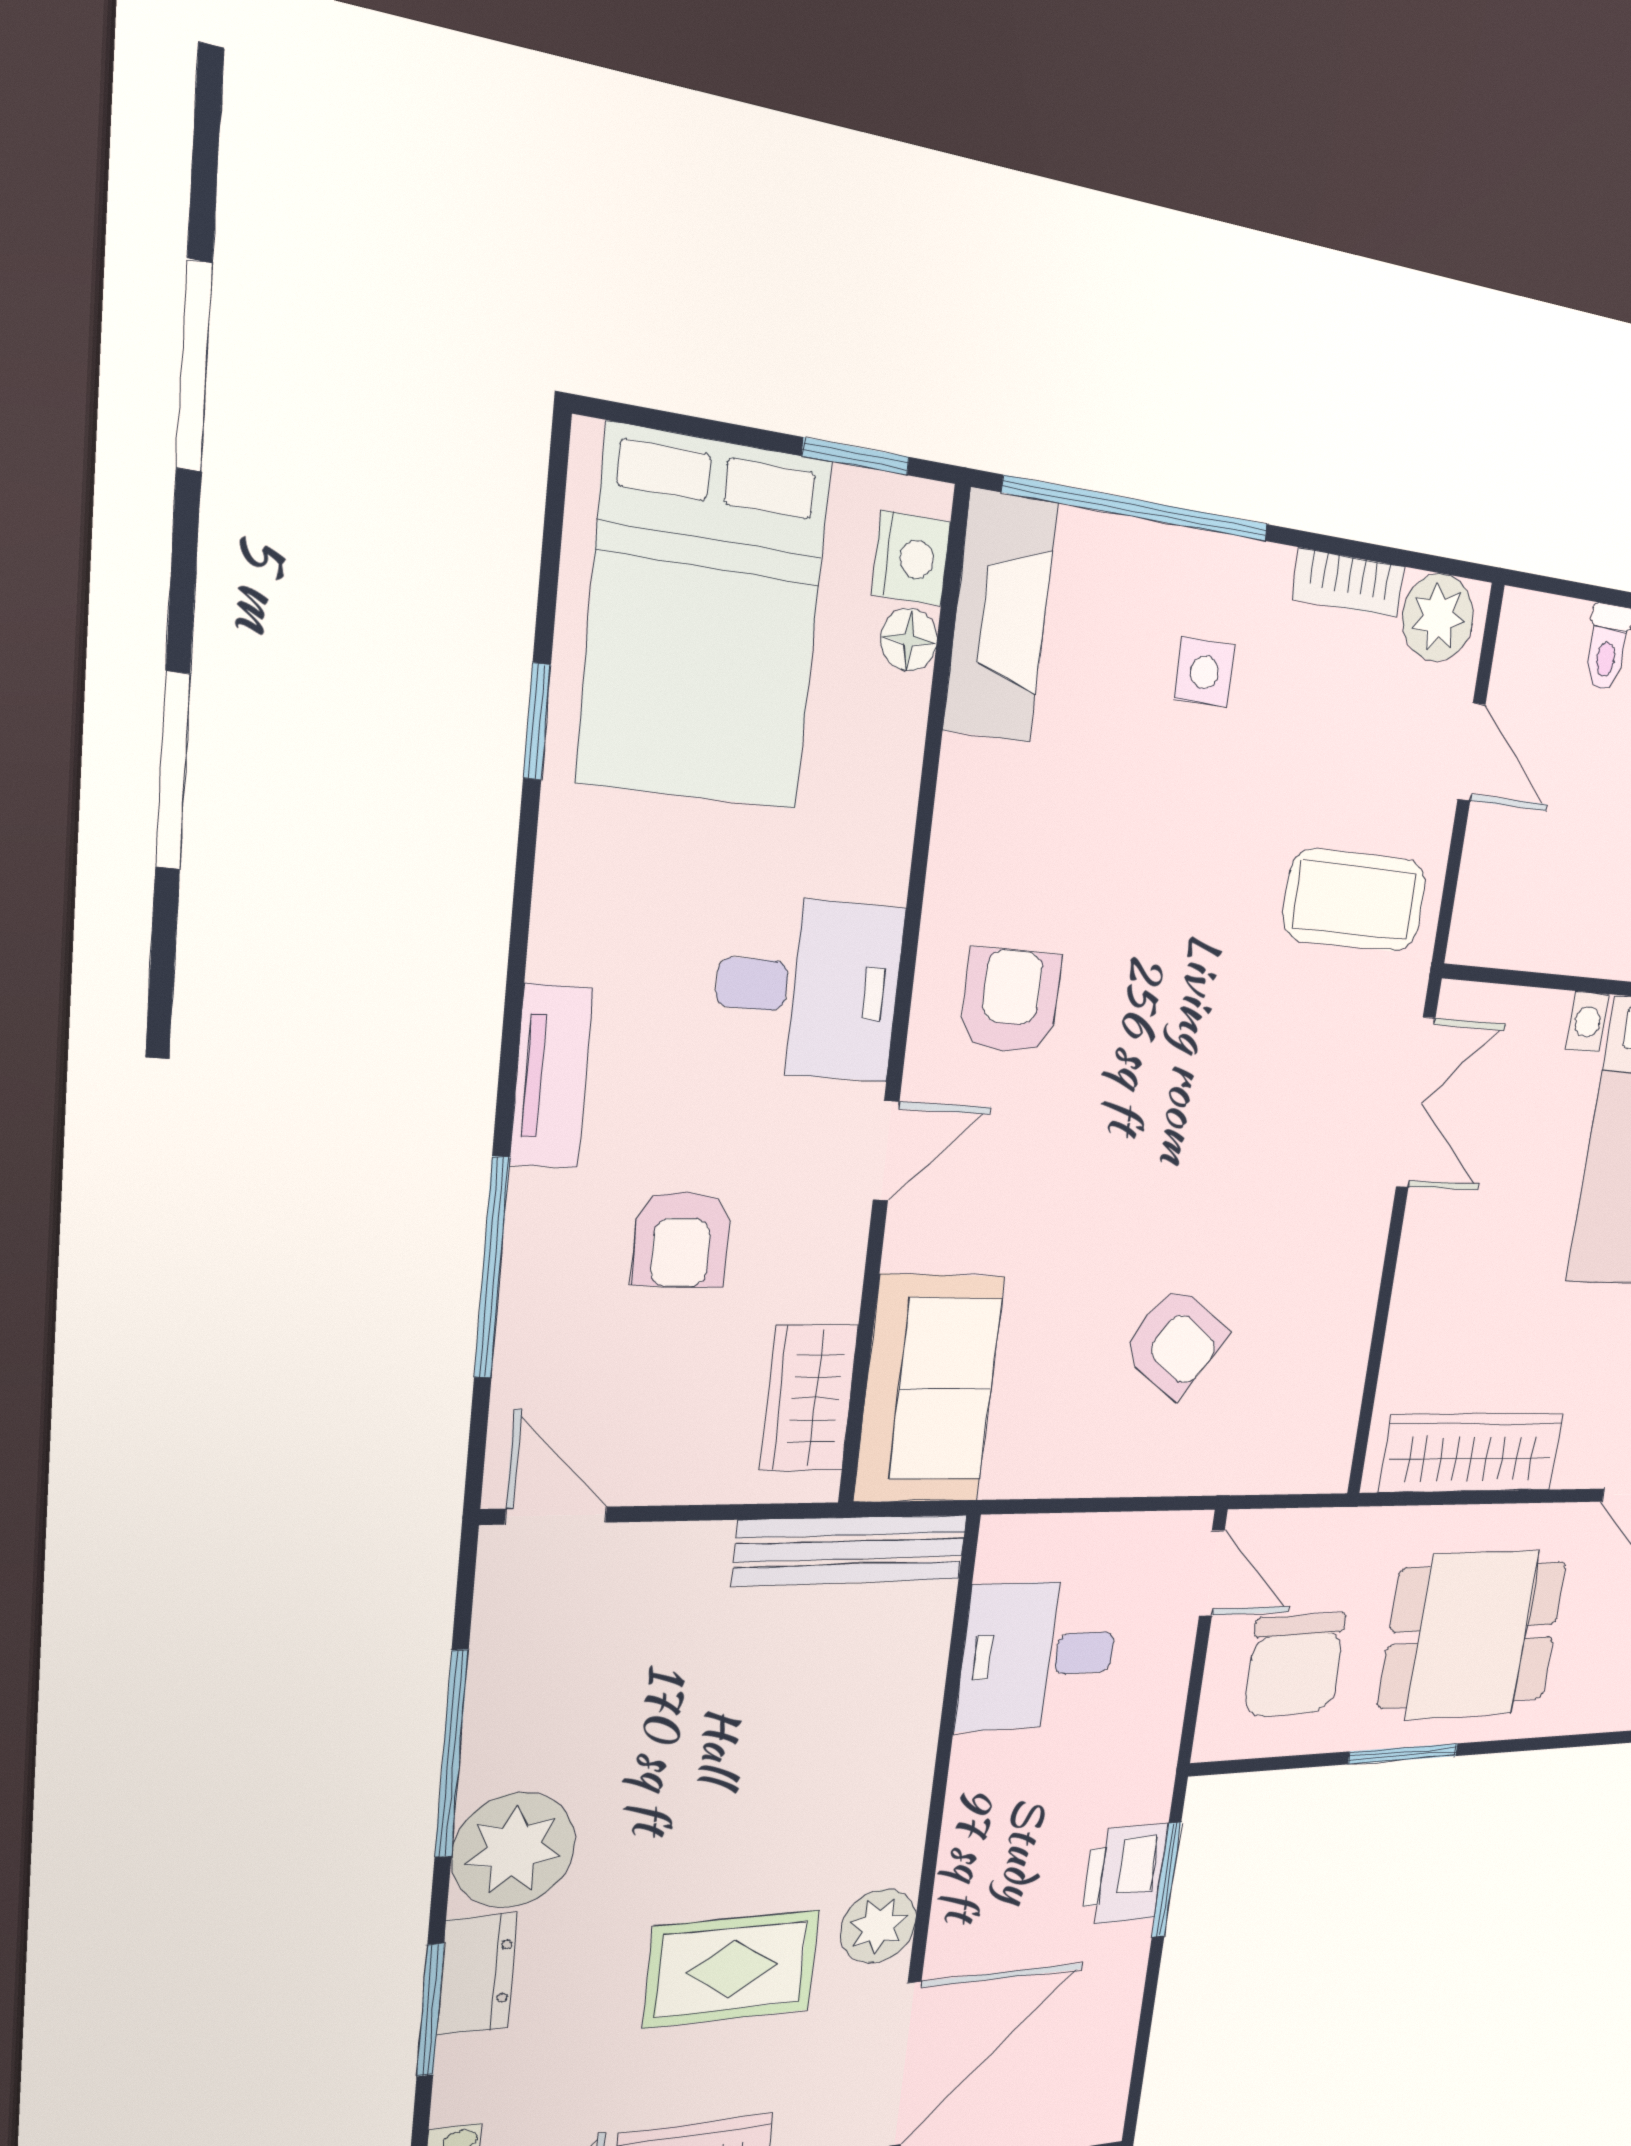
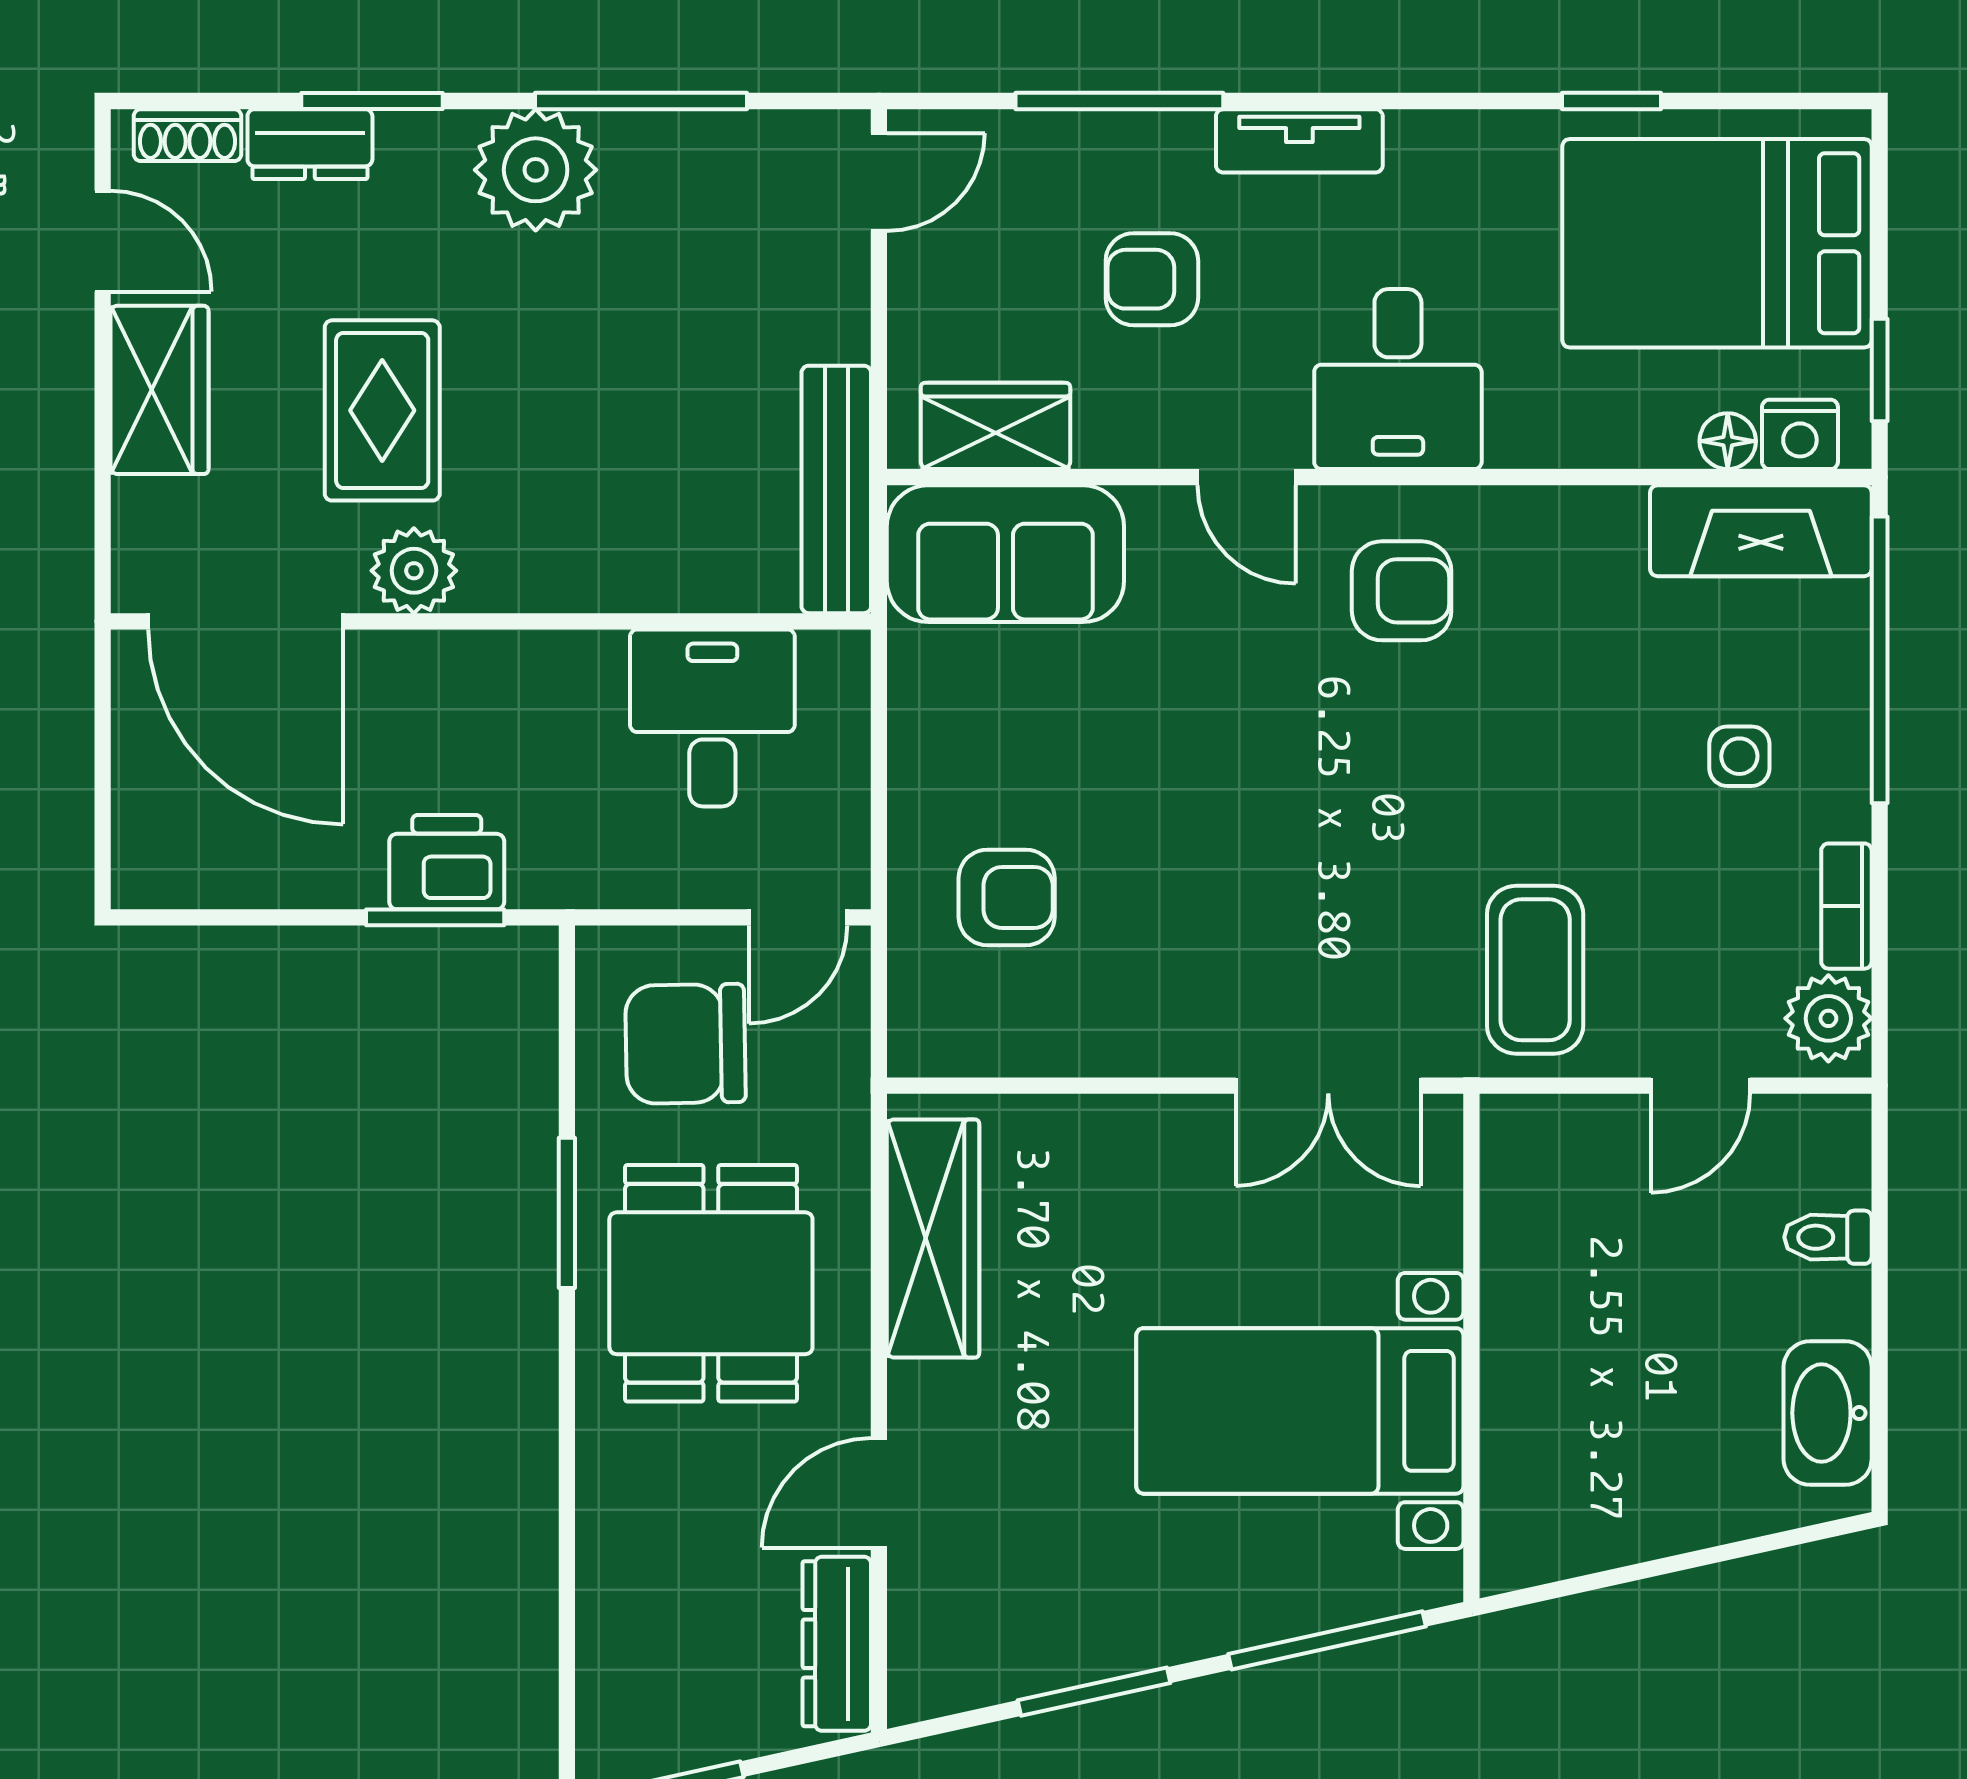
armchair: (1175, 1342) -> (1007, 897), moved, turned -126
dresser: (477, 1974) -> (310, 144), moved

